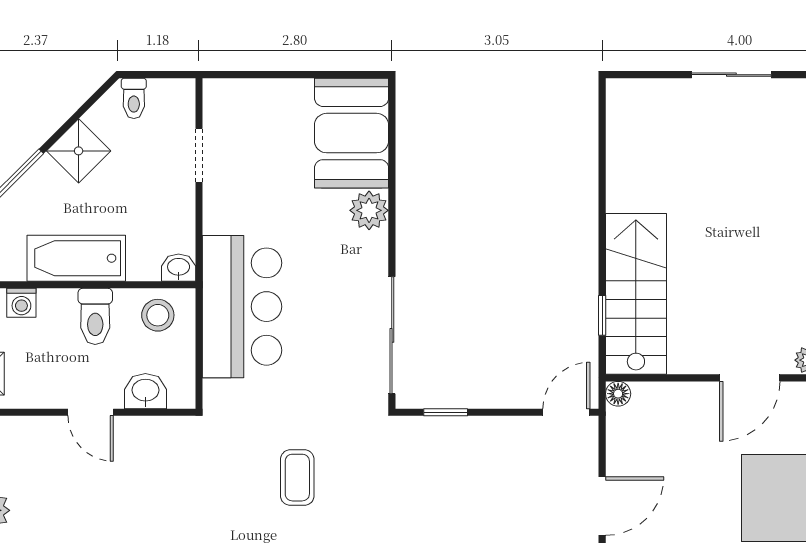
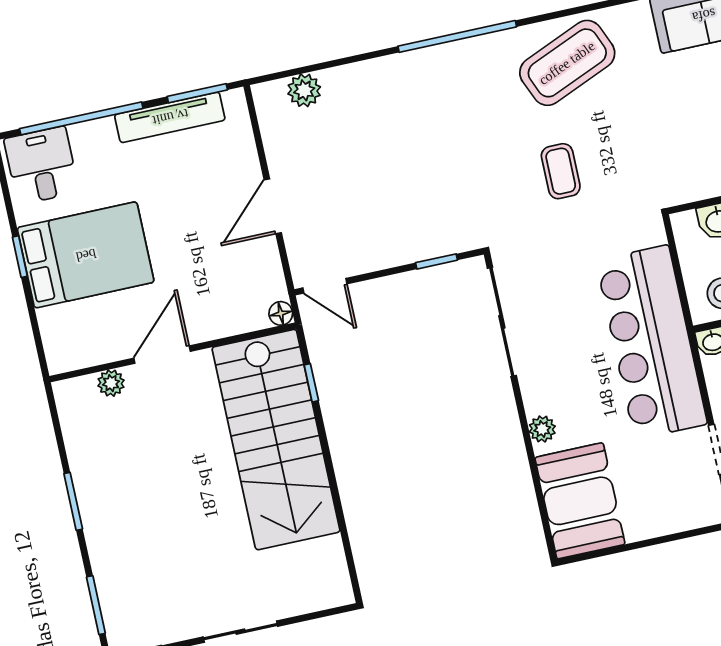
plant: (369, 210) -> (542, 429), width x0.73, depth x0.73
stairs: (636, 294) -> (276, 440), width x1.36, depth x1.51
bar counter: (242, 307) -> (652, 342), width x1.36
door: (566, 412) -> (325, 286), hinge flipped

